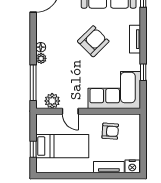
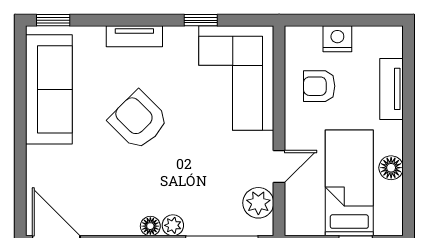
armchair: (110, 131) -> (319, 86), turned -94
nightstand: (132, 166) -> (337, 39), moved, turned -90
floor lamp: (70, 167) -> (391, 168), added

